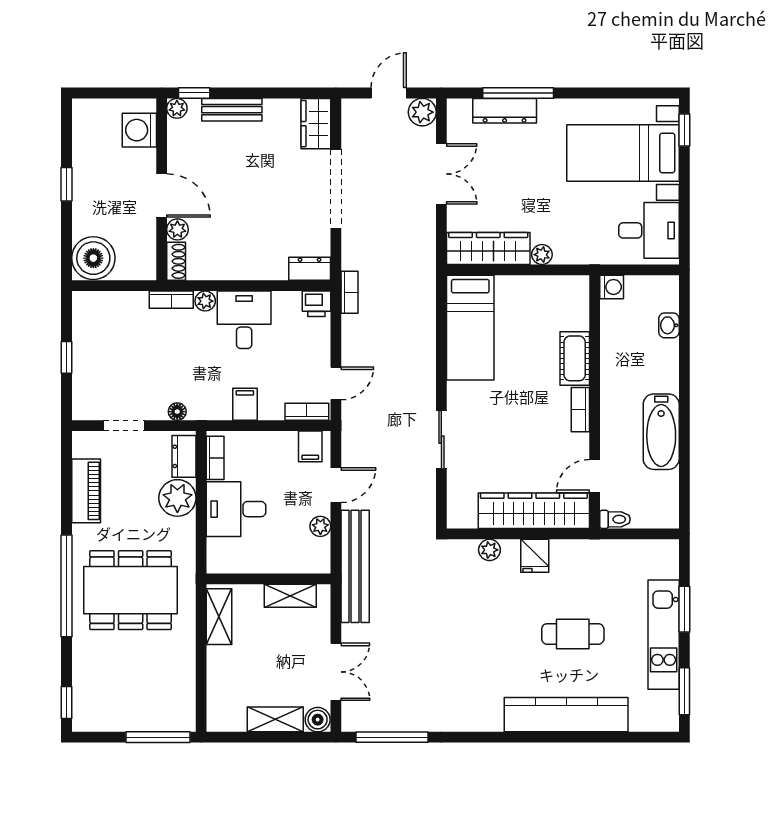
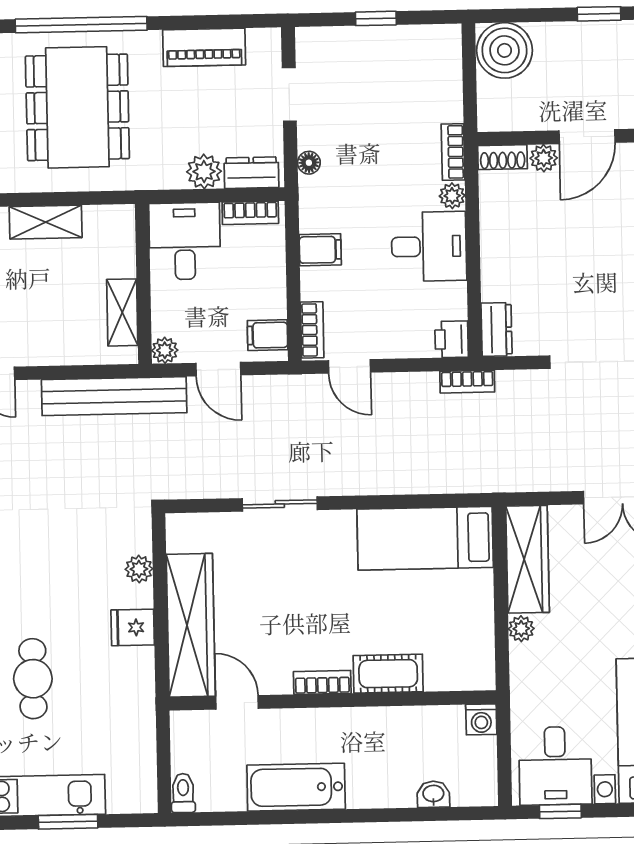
window: (684, 227) -> (560, 811), added
plant: (177, 498) -> (204, 171), width x0.73, depth x0.73
toilet: (615, 519) -> (183, 793), moved, turned 180
wall: (268, 579) -> (143, 284), moved
shelving: (290, 596) -> (122, 312), moved

